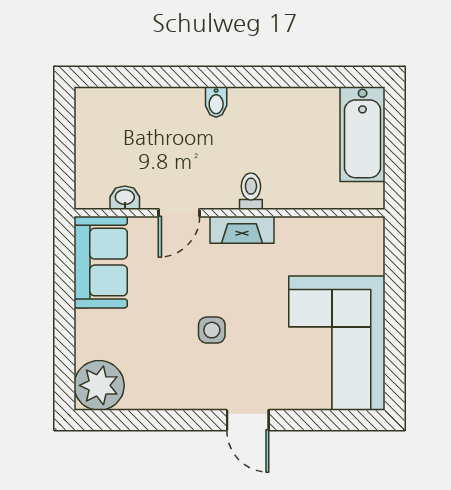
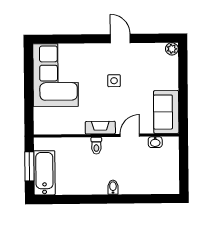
window: (395, 148) -> (29, 166), added
plant: (99, 385) -> (172, 49), width x0.53, depth x0.53
door: (248, 420) -> (120, 39), moved

